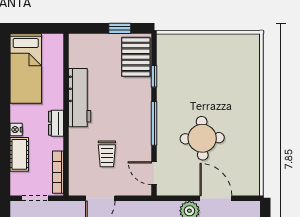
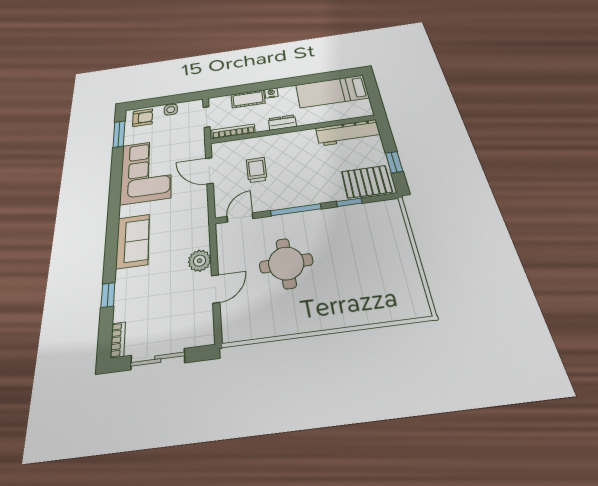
workbench: (80, 98) -> (348, 133), moved
trolley: (107, 154) -> (257, 170), turned 90
door: (216, 198) -> (216, 289), width x0.73

